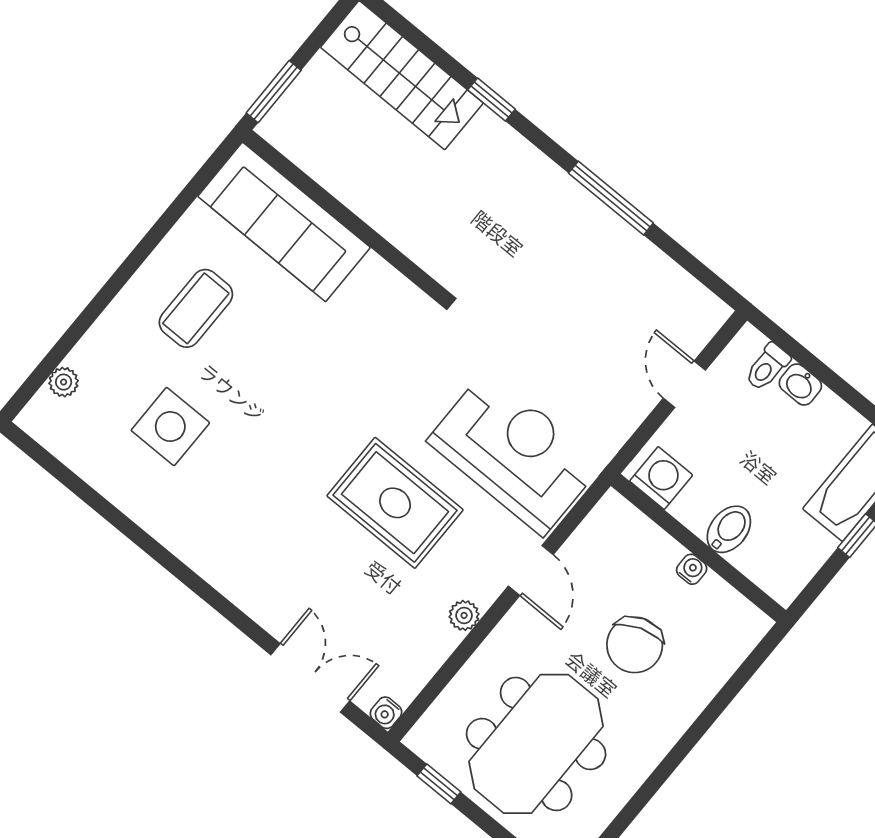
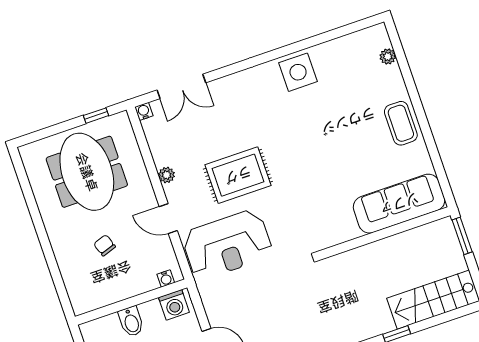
coffee table: (196, 308) -> (401, 123), moved
side table: (170, 427) -> (298, 72), moved
water cooler: (692, 569) -> (166, 278), moved
chair: (635, 645) -> (105, 245), width x0.54, depth x0.54

